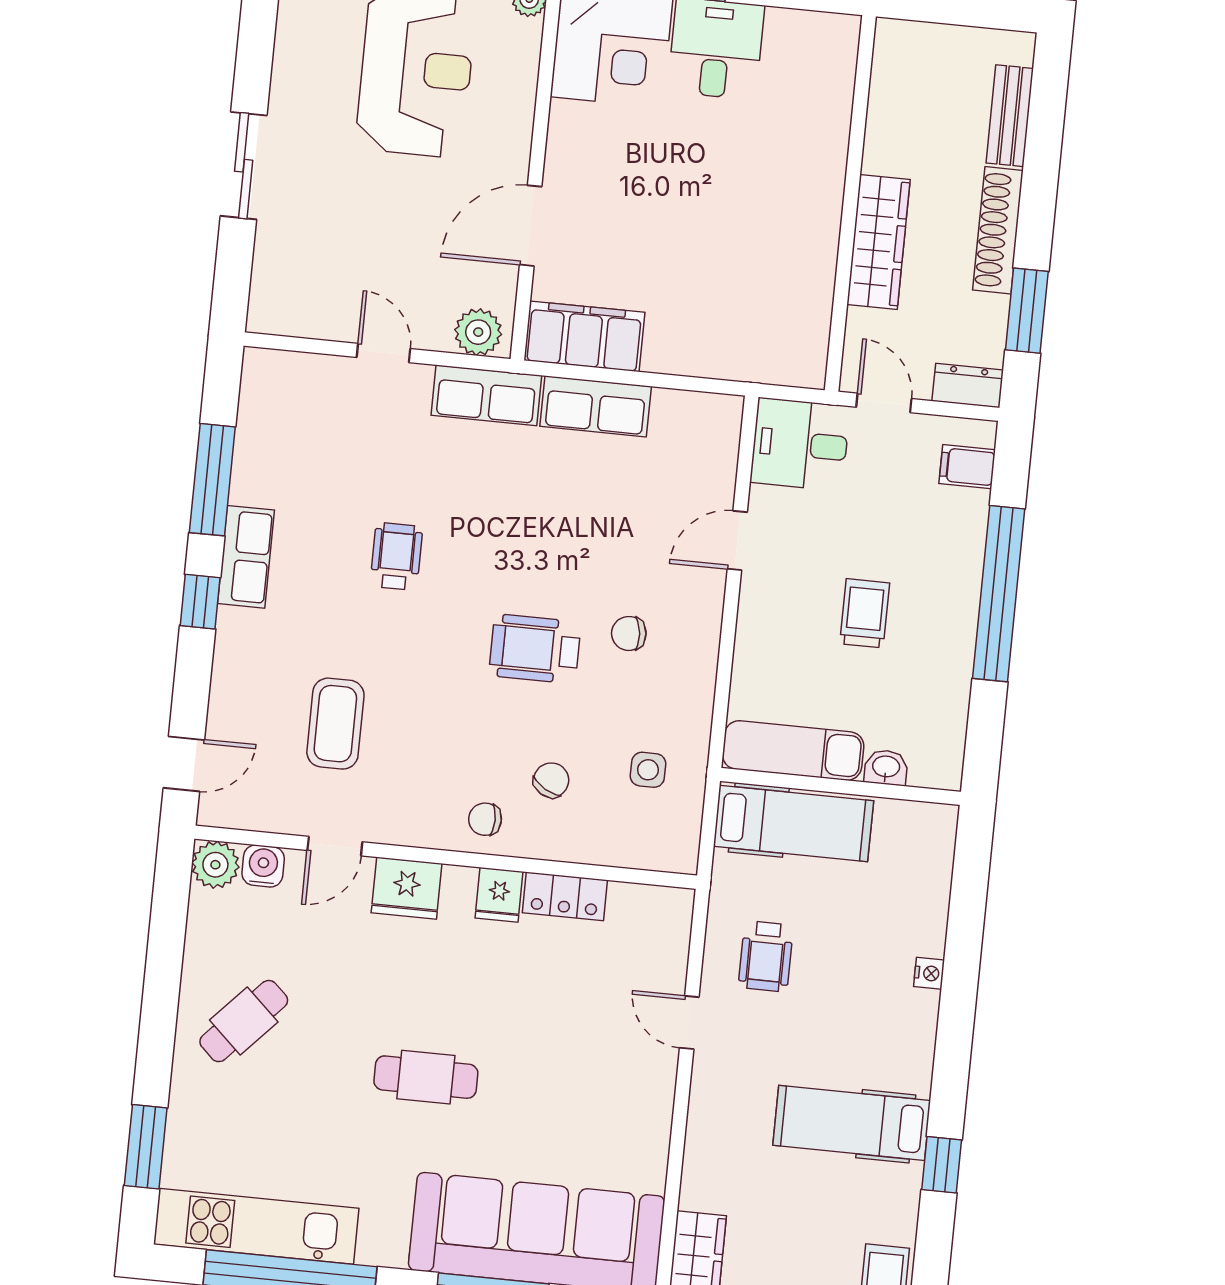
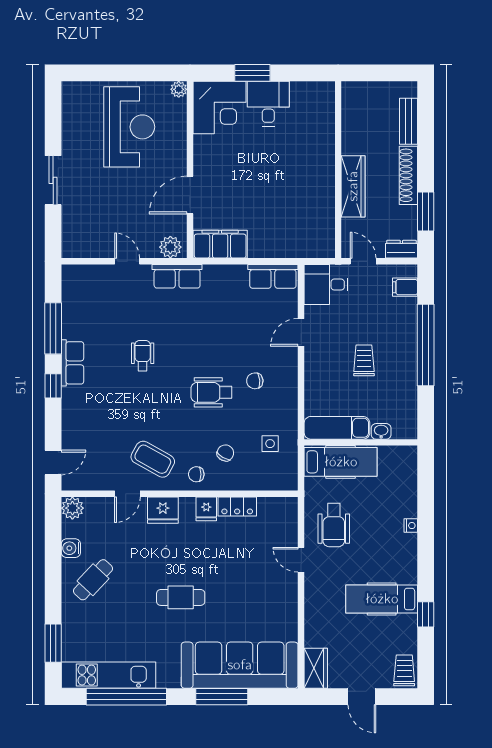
row of seats: (596, 406) -> (273, 276), moved
coffee table: (335, 724) -> (153, 459), moved, turned -61
water cooler: (263, 866) -> (71, 548), moved, turned -90
wheelchair: (766, 956) -> (334, 525), width x1.36, depth x1.37

